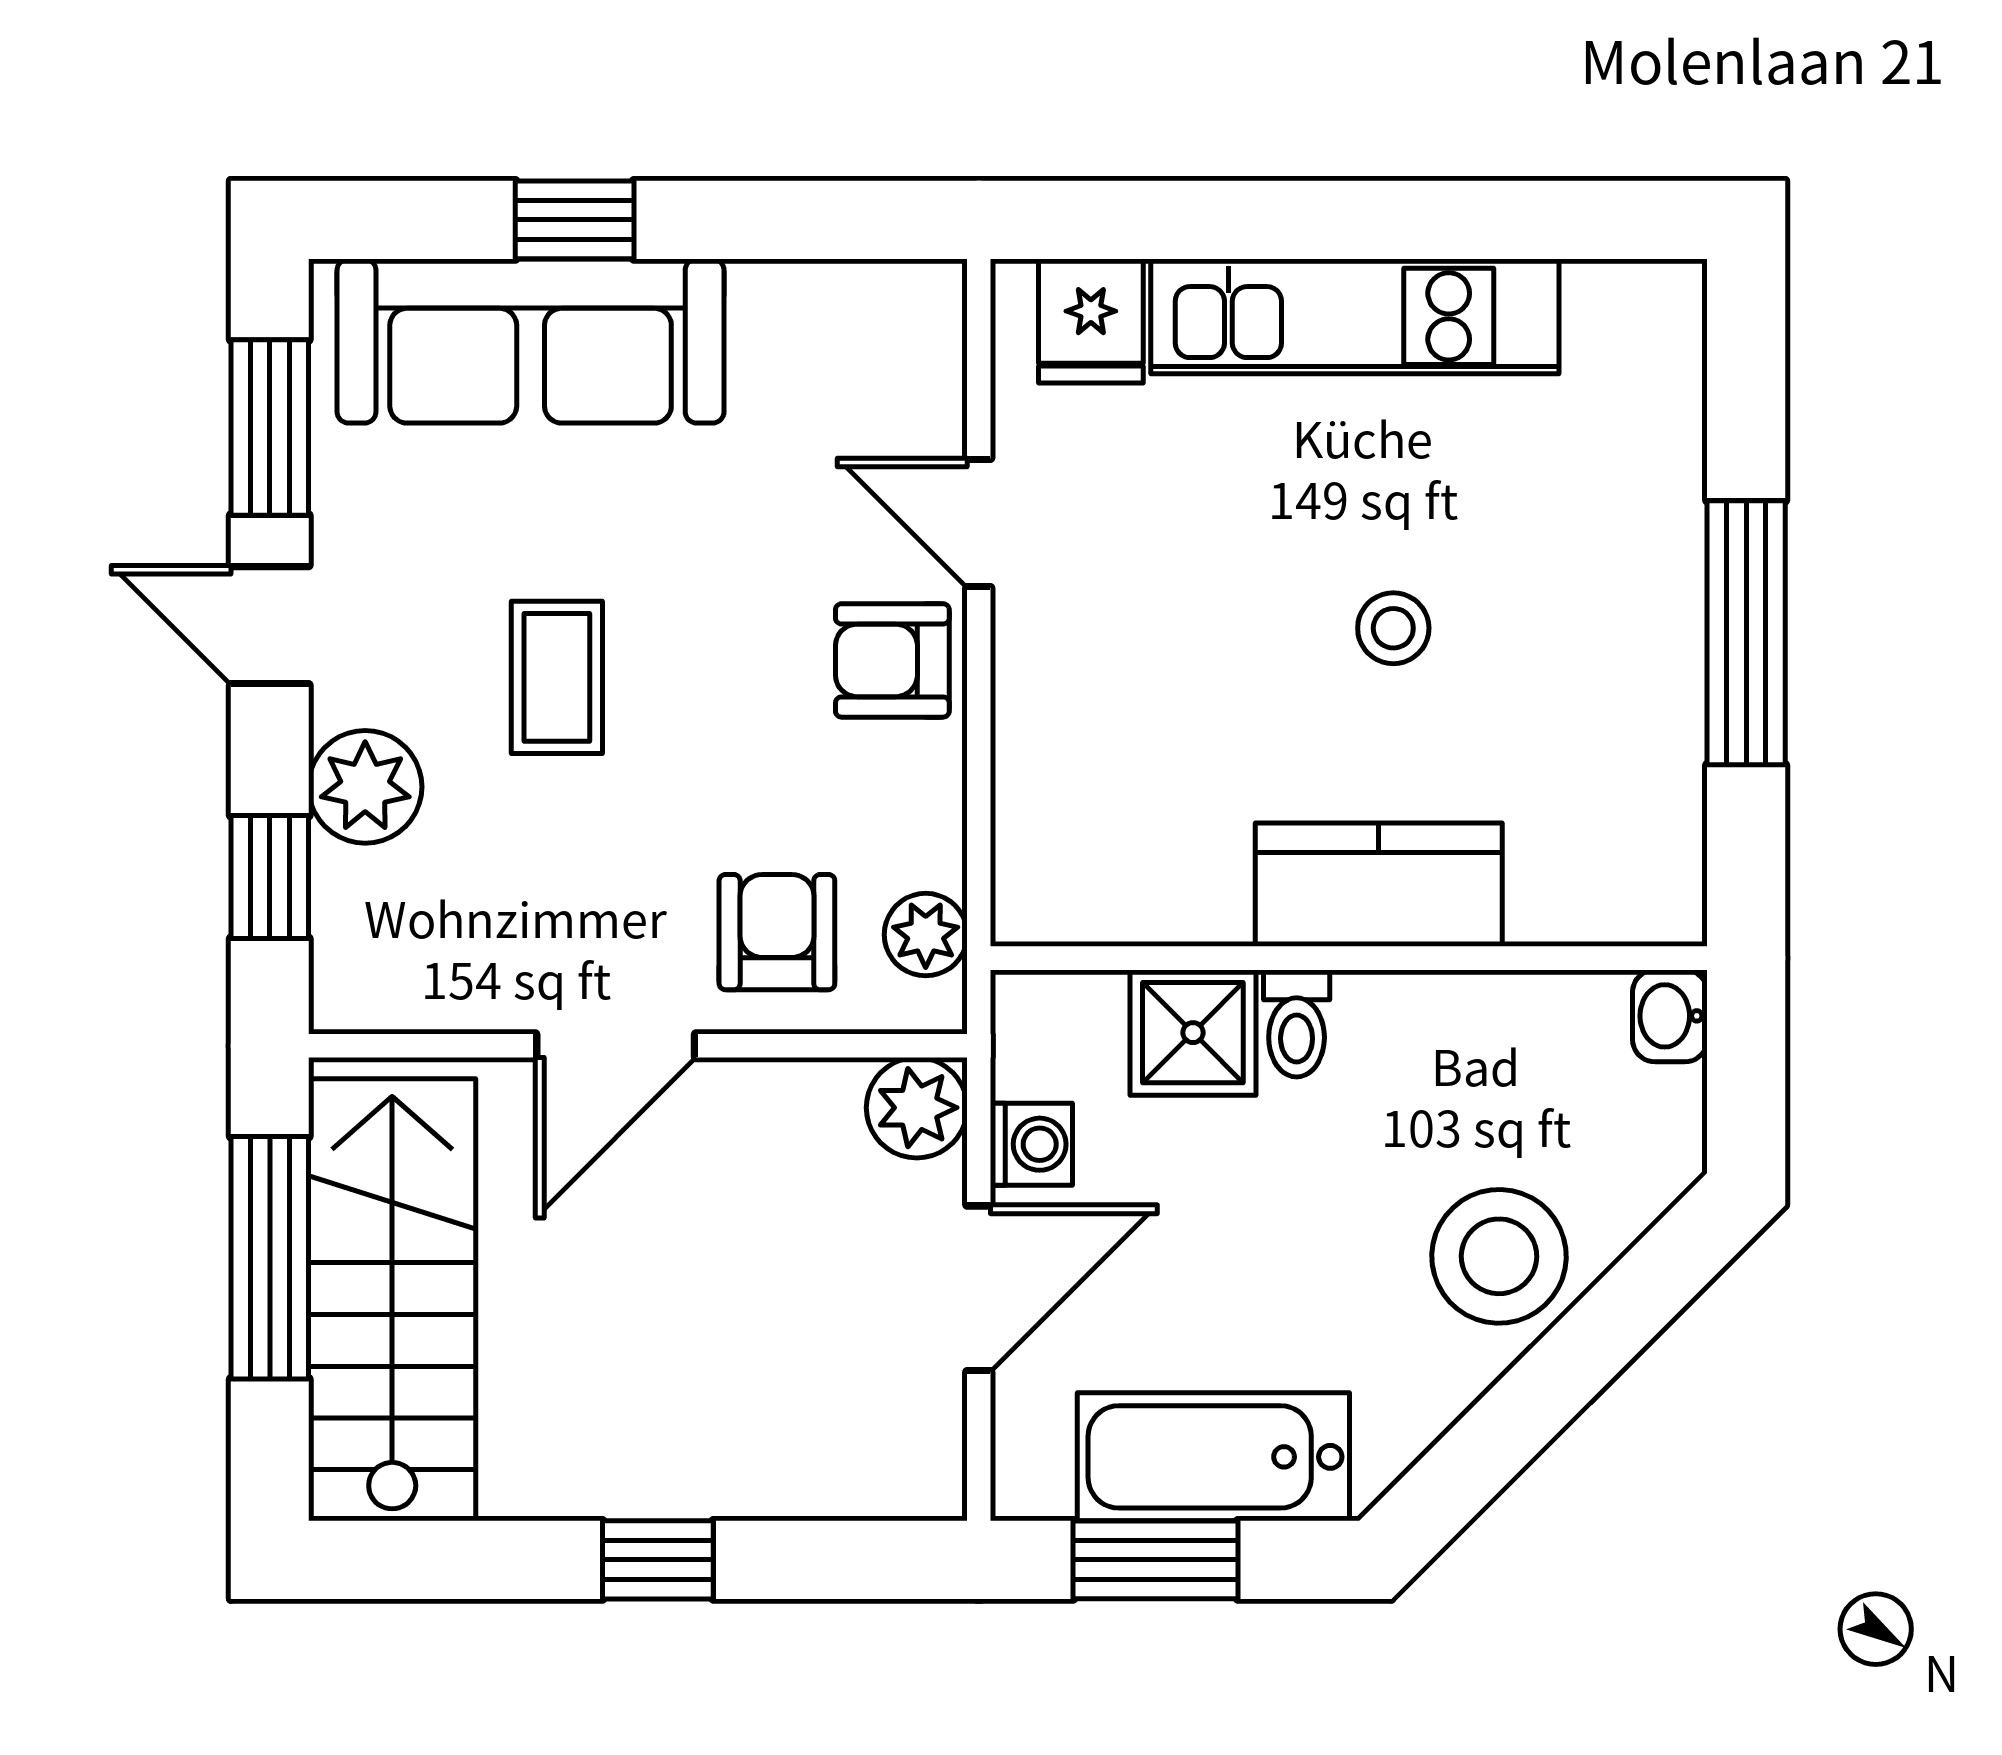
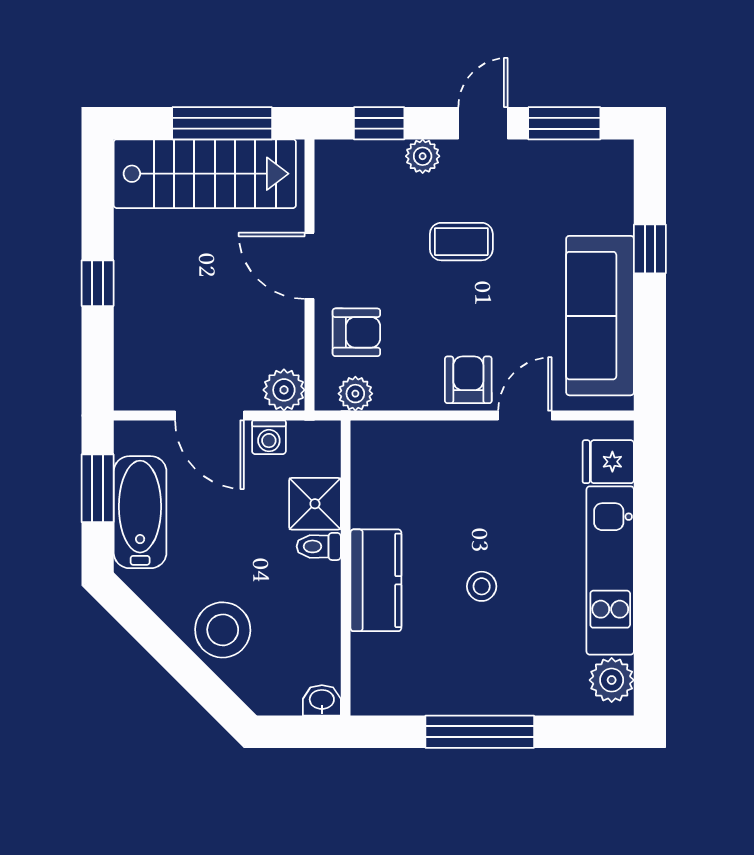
plant: (1621, 313) -> (612, 680), added
sofa: (531, 341) -> (600, 316), moved
plant: (365, 787) -> (423, 156), width x0.73, depth x0.73

